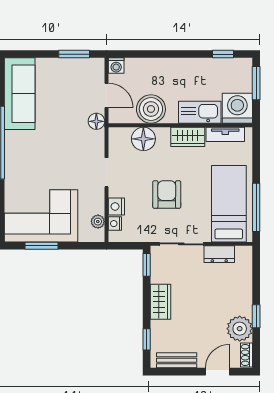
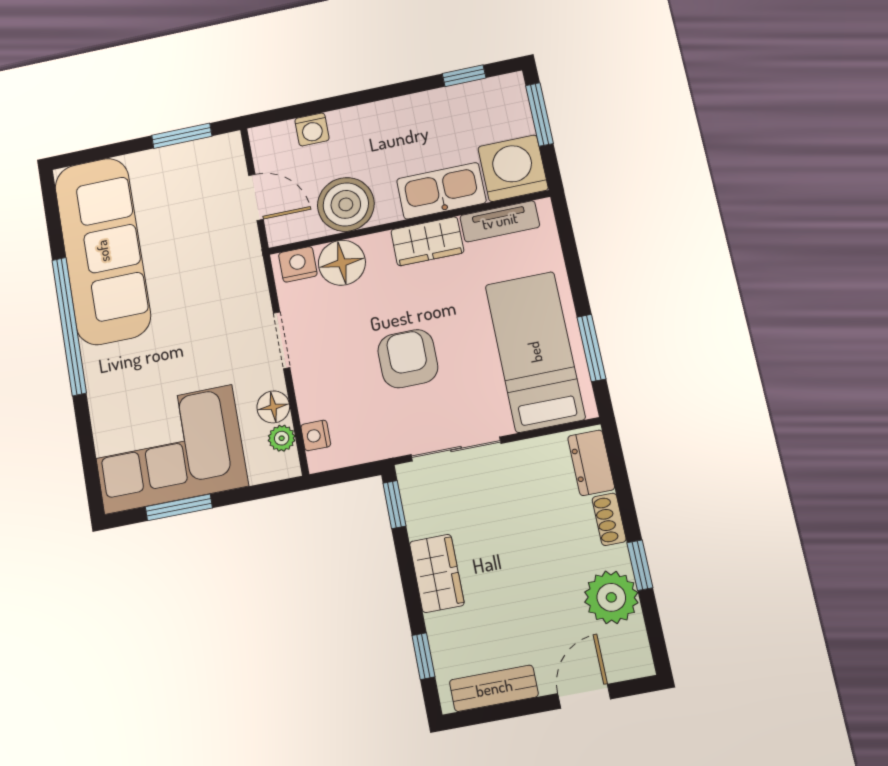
washing machine: (116, 66) -> (312, 129), moved
sofa: (20, 94) -> (103, 251), width x1.36, depth x1.27
floor lamp: (96, 121) -> (273, 407), moved
nightstand: (116, 206) -> (298, 264), moved, turned 90
window: (256, 207) -> (591, 348), width x0.69
dresser: (219, 254) -> (591, 463), moved, turned 90
shoe rack: (247, 355) -> (609, 519), moved

